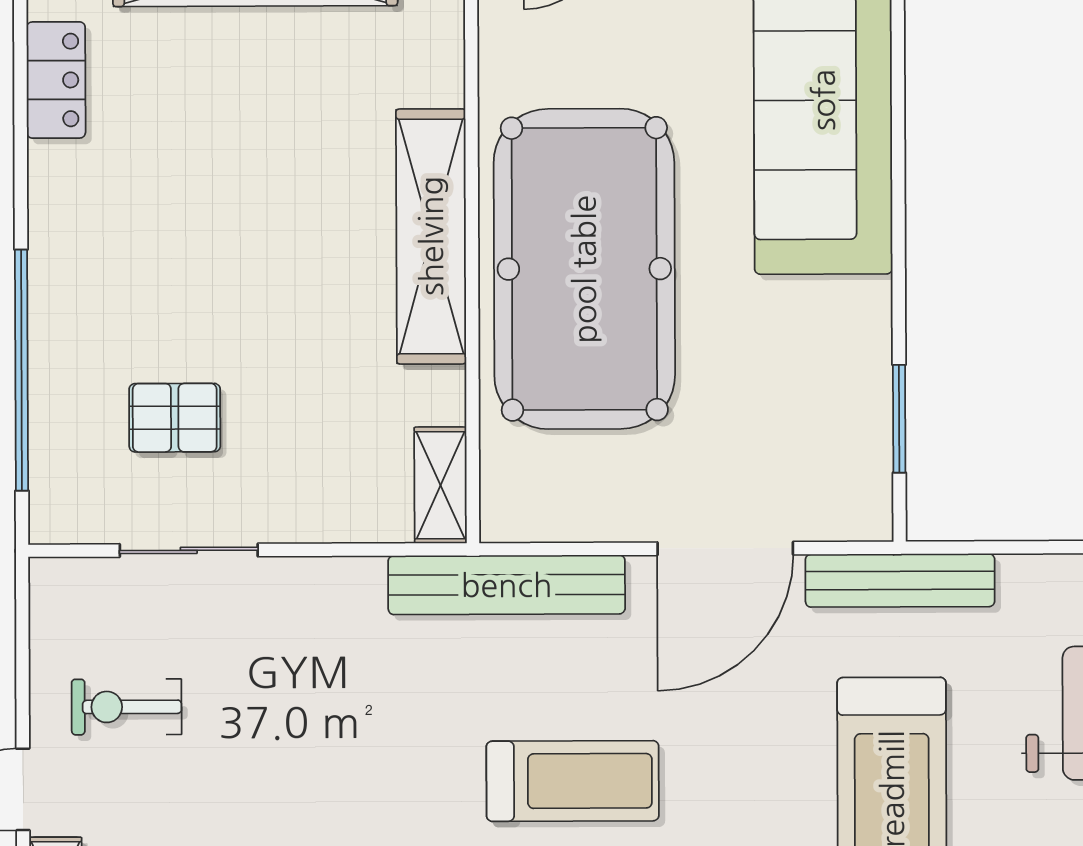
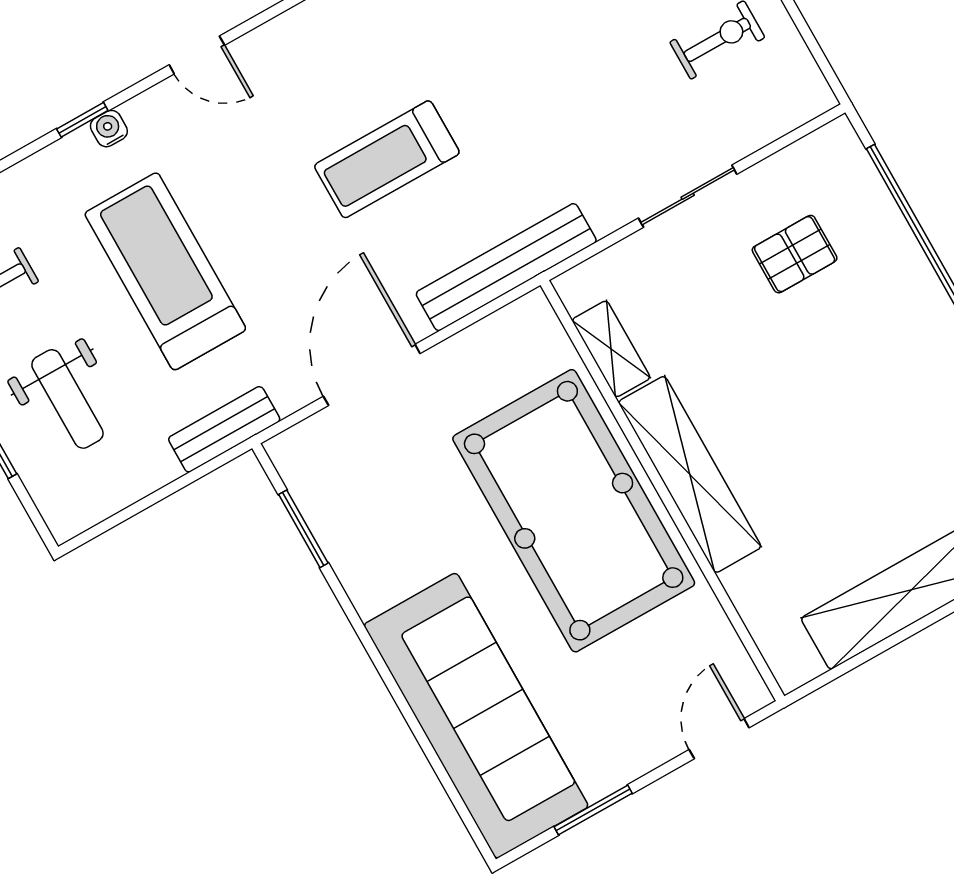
shelving: (441, 485) -> (611, 349), moved
sliding door: (189, 550) -> (688, 196), moved
bench: (900, 580) -> (224, 429), width x0.73

